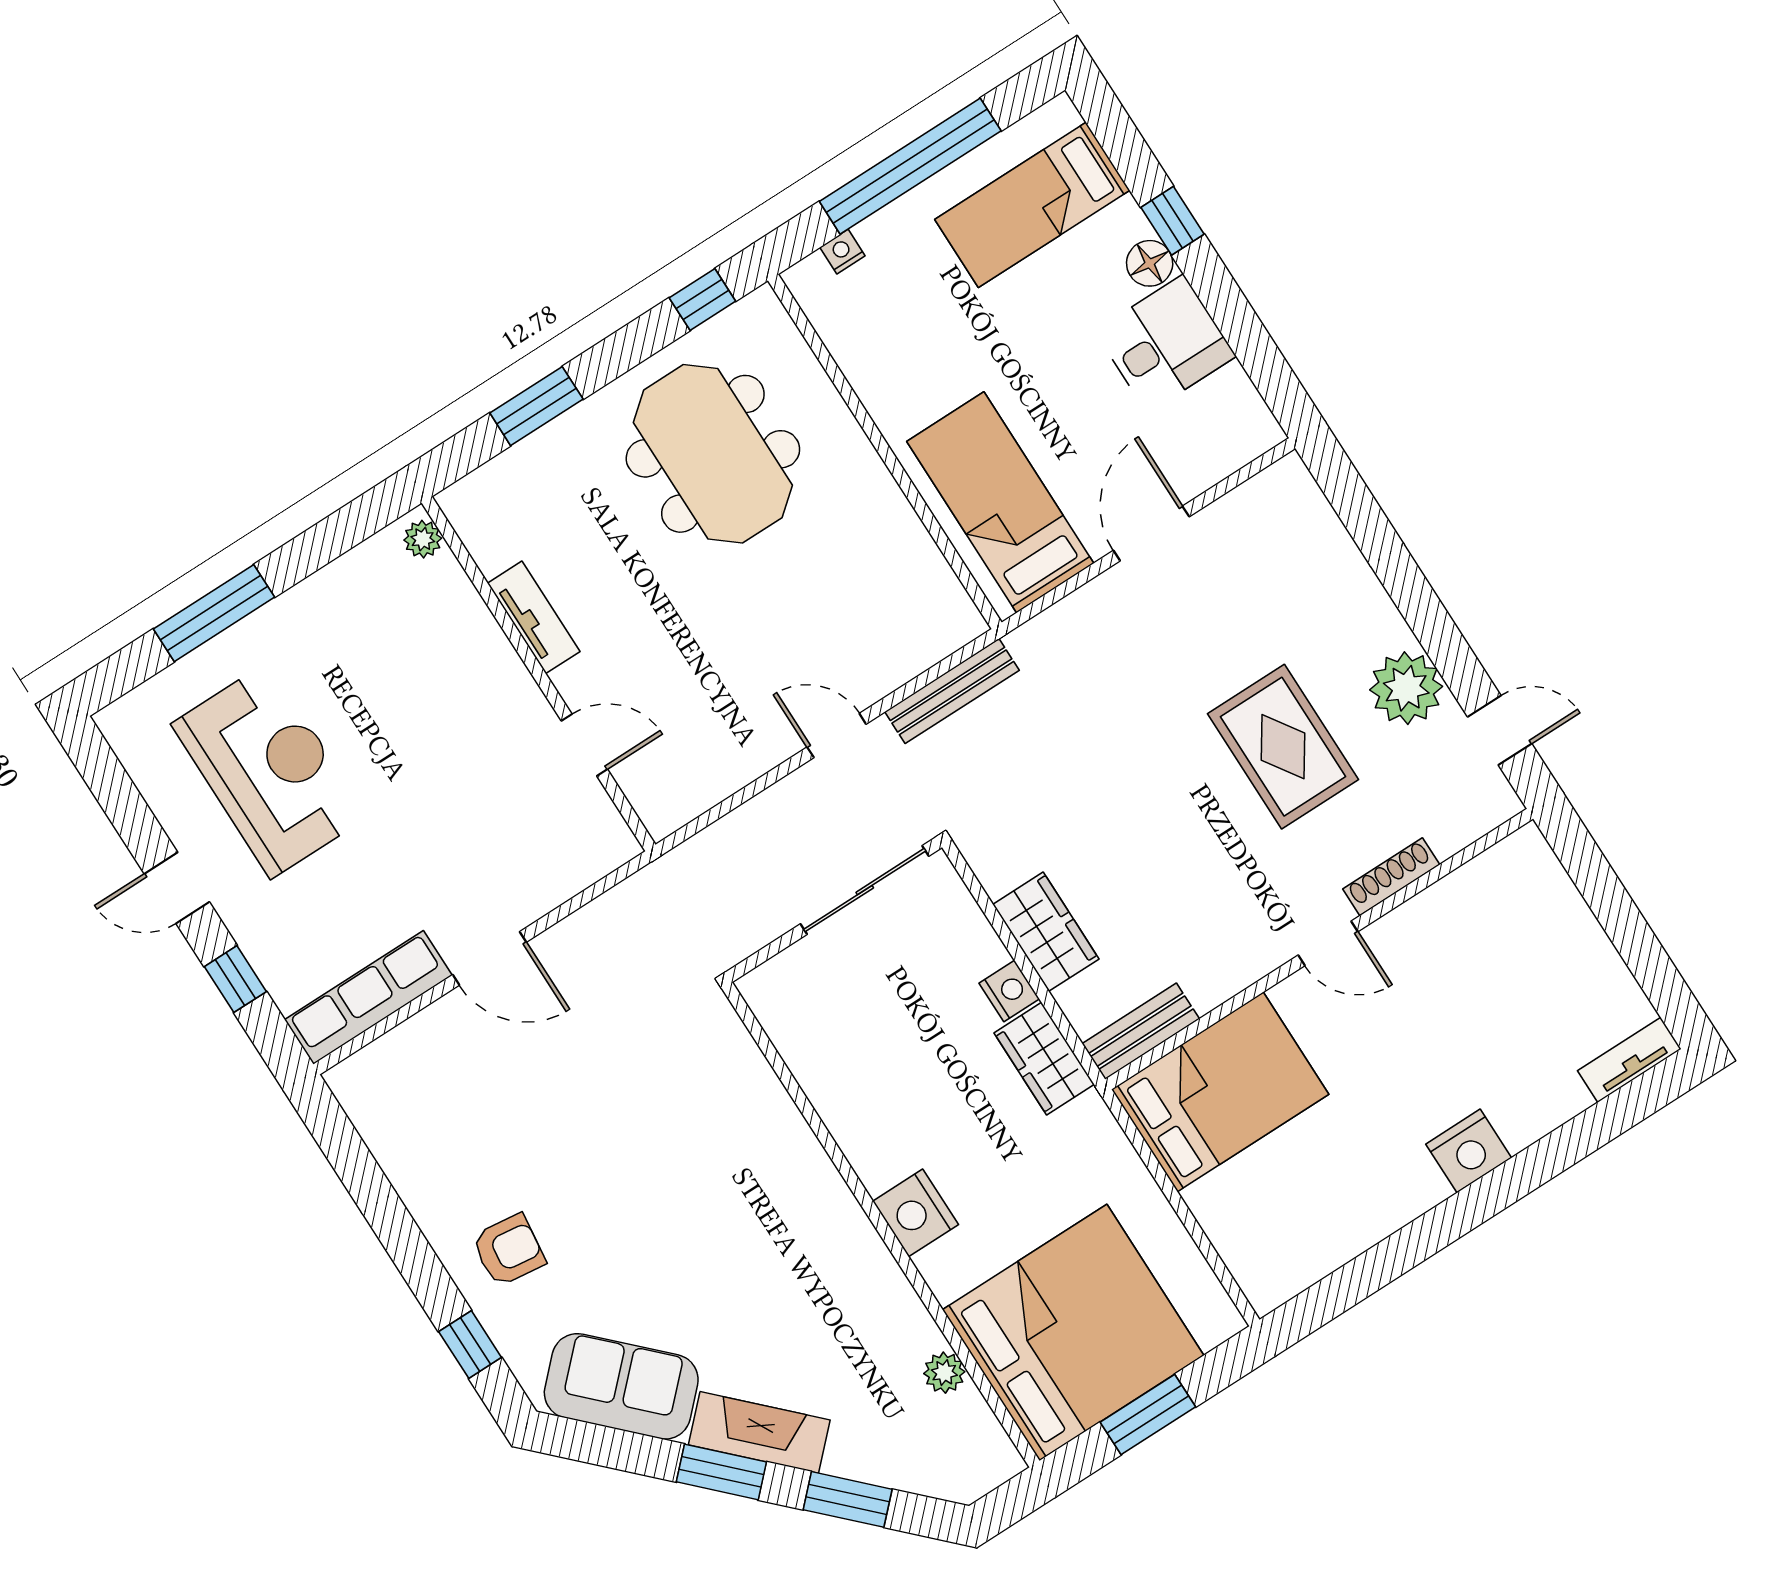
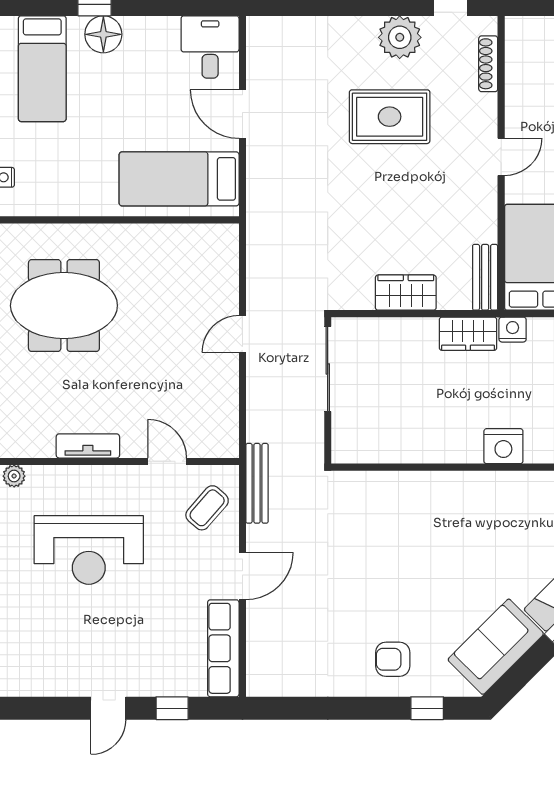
floor lamp: (1150, 263) -> (103, 34), width x1.38, depth x1.38
desk: (1165, 344) -> (210, 47), moved
bench: (952, 691) -> (257, 483), moved
door: (584, 745) -> (167, 461), hinge flipped
reception desk: (269, 770) -> (89, 550), moved, turned 180
coffee table: (555, 845) -> (207, 508), added
shoe rack: (1391, 877) -> (488, 64), moved
nightstand: (1009, 991) -> (513, 330), moved
armchair: (509, 1250) -> (393, 659), turned -97

